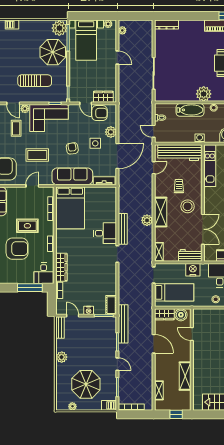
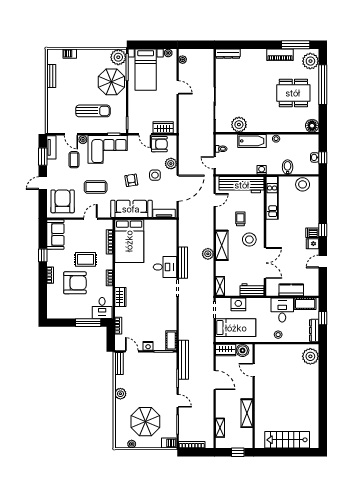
plant: (204, 94) -> (239, 125), moved
wardrobe: (61, 267) -> (120, 297), width x0.67
nightstand: (193, 270) -> (238, 304), moved

